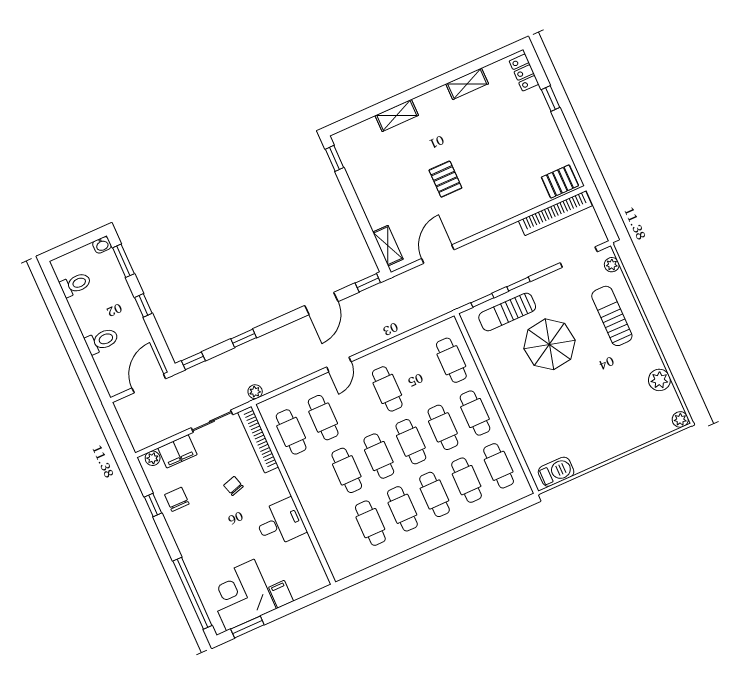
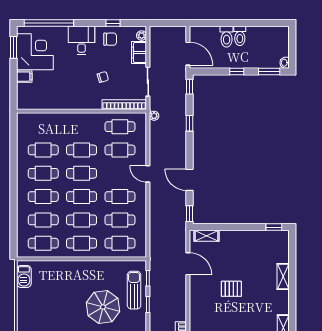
toilet: (75, 284) -> (240, 36), moved
cafe table: (419, 375) -> (120, 220), added
desk: (280, 523) -> (82, 40), moved, turned 180

